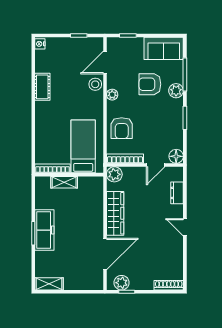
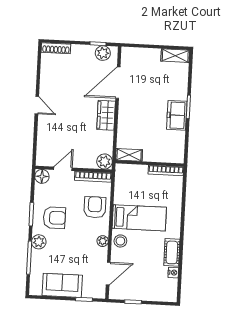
nightstand: (40, 44) -> (173, 273), moved
sofa: (164, 48) -> (62, 285), moved
stool: (95, 84) -> (120, 241), moved
armchair: (150, 84) -> (54, 218), moved
bed: (83, 146) -> (139, 218), moved, turned -90
shelving: (64, 182) -> (129, 155), moved
dresser: (177, 193) -> (43, 140), removed
wardrobe: (115, 213) -> (106, 115), width x0.67
freezer: (44, 230) -> (177, 115), width x0.71

